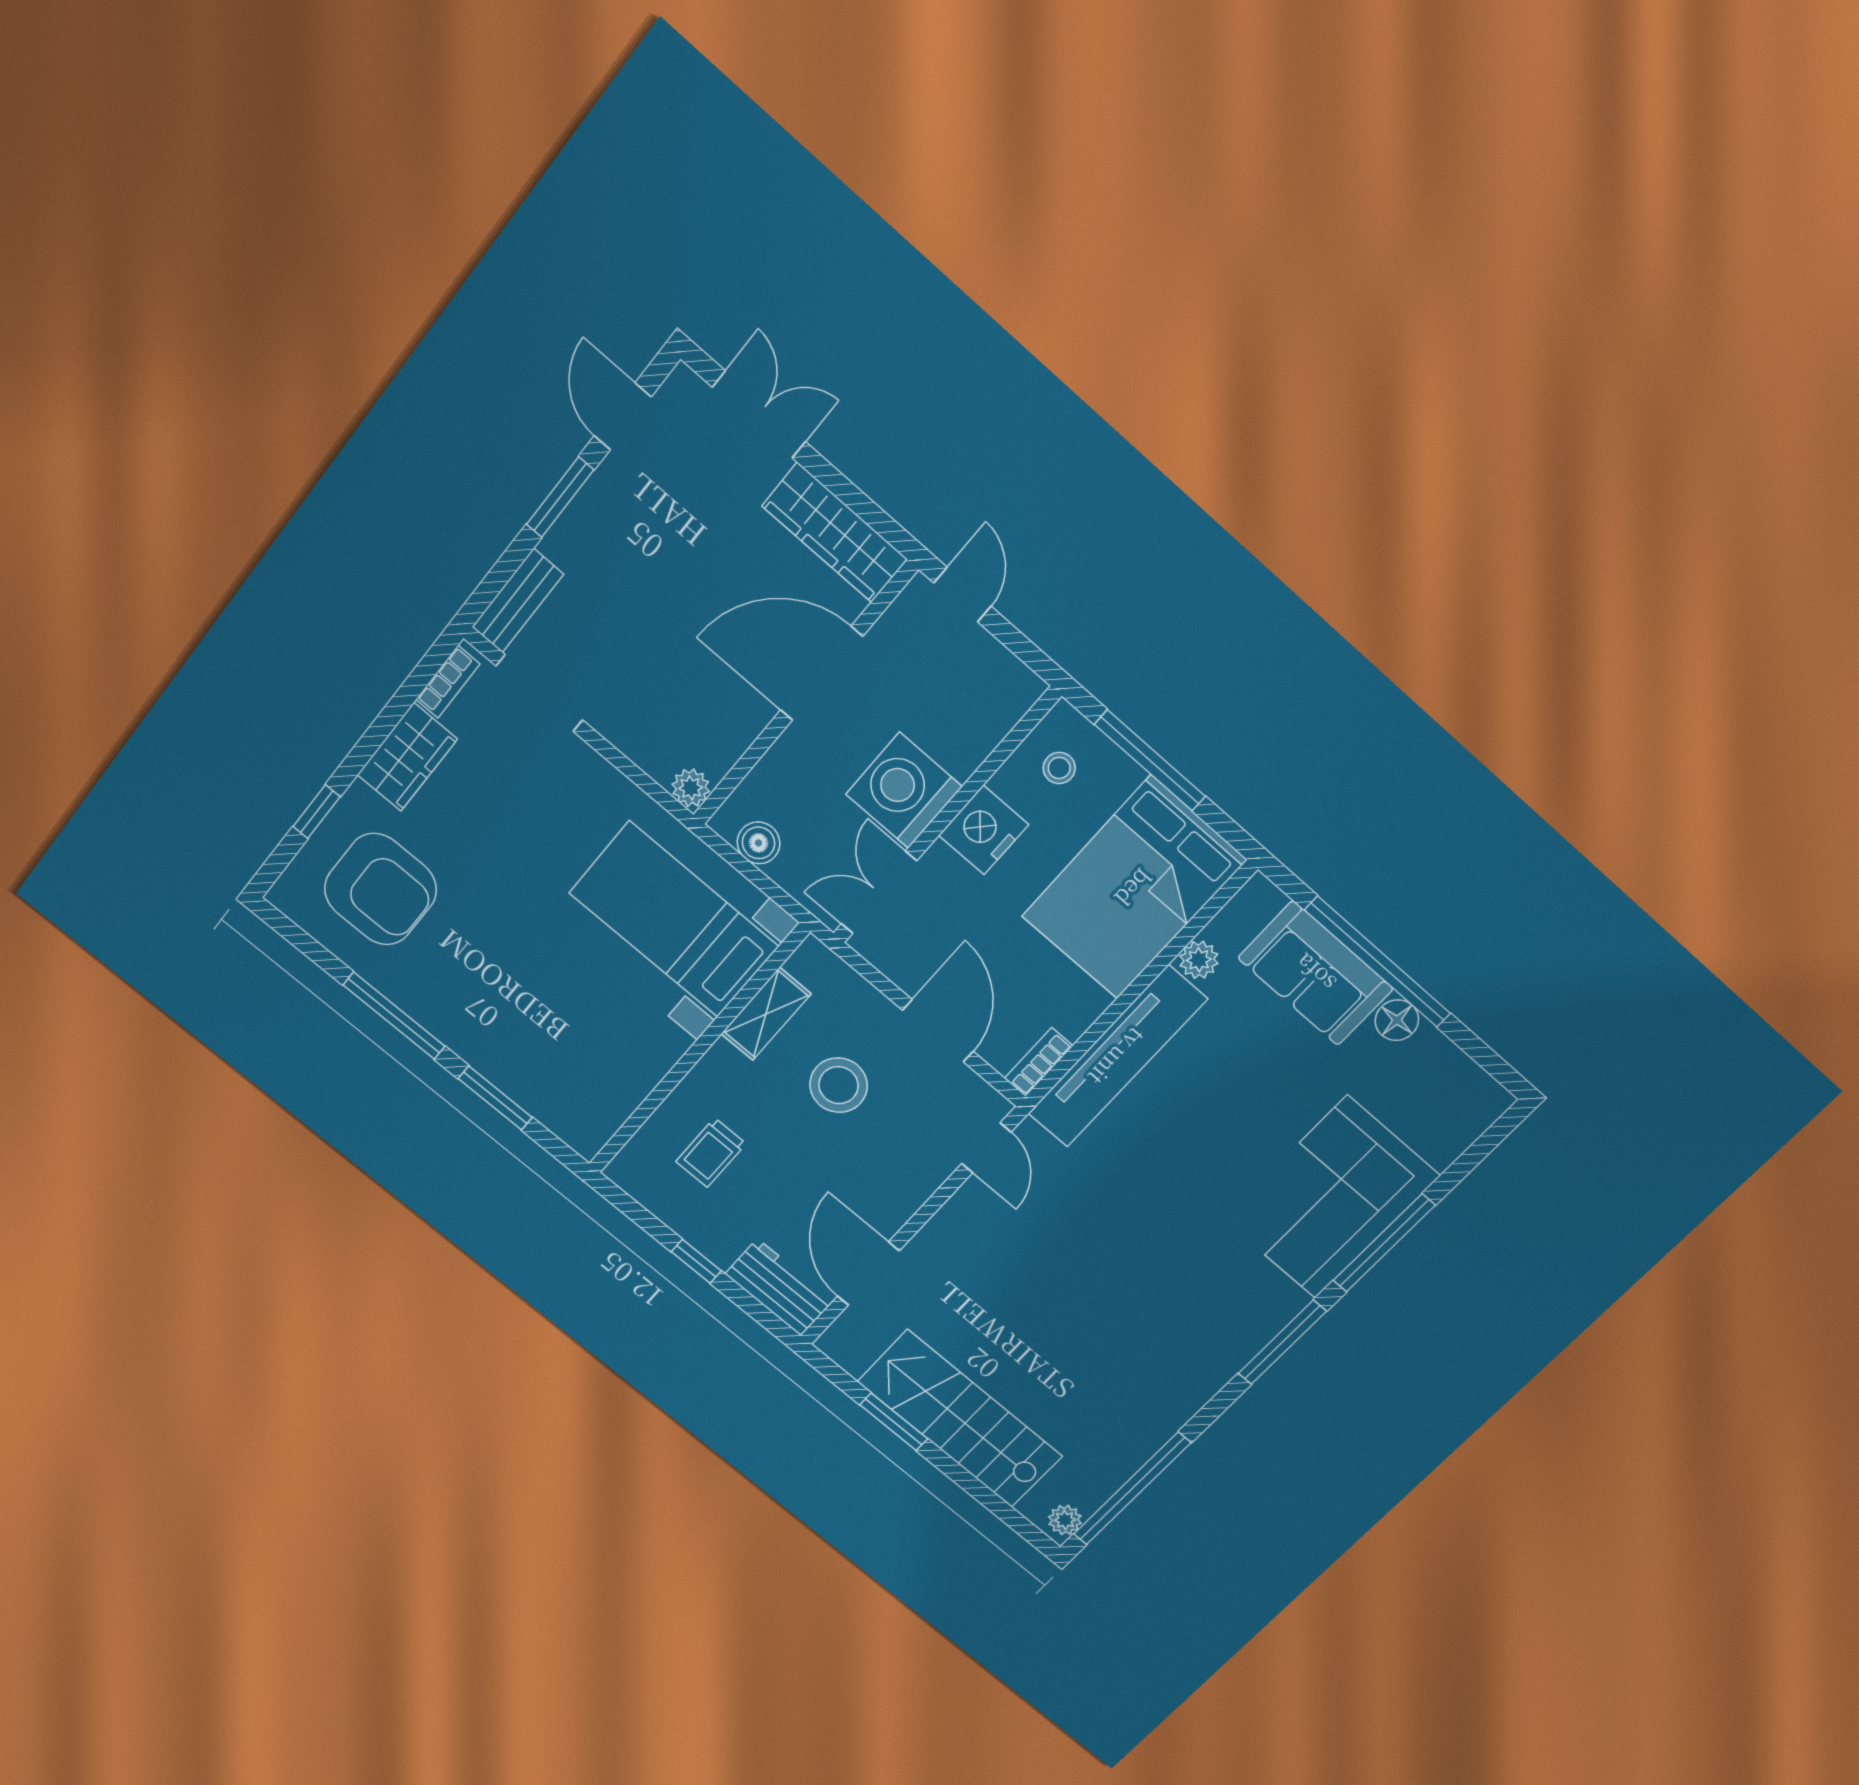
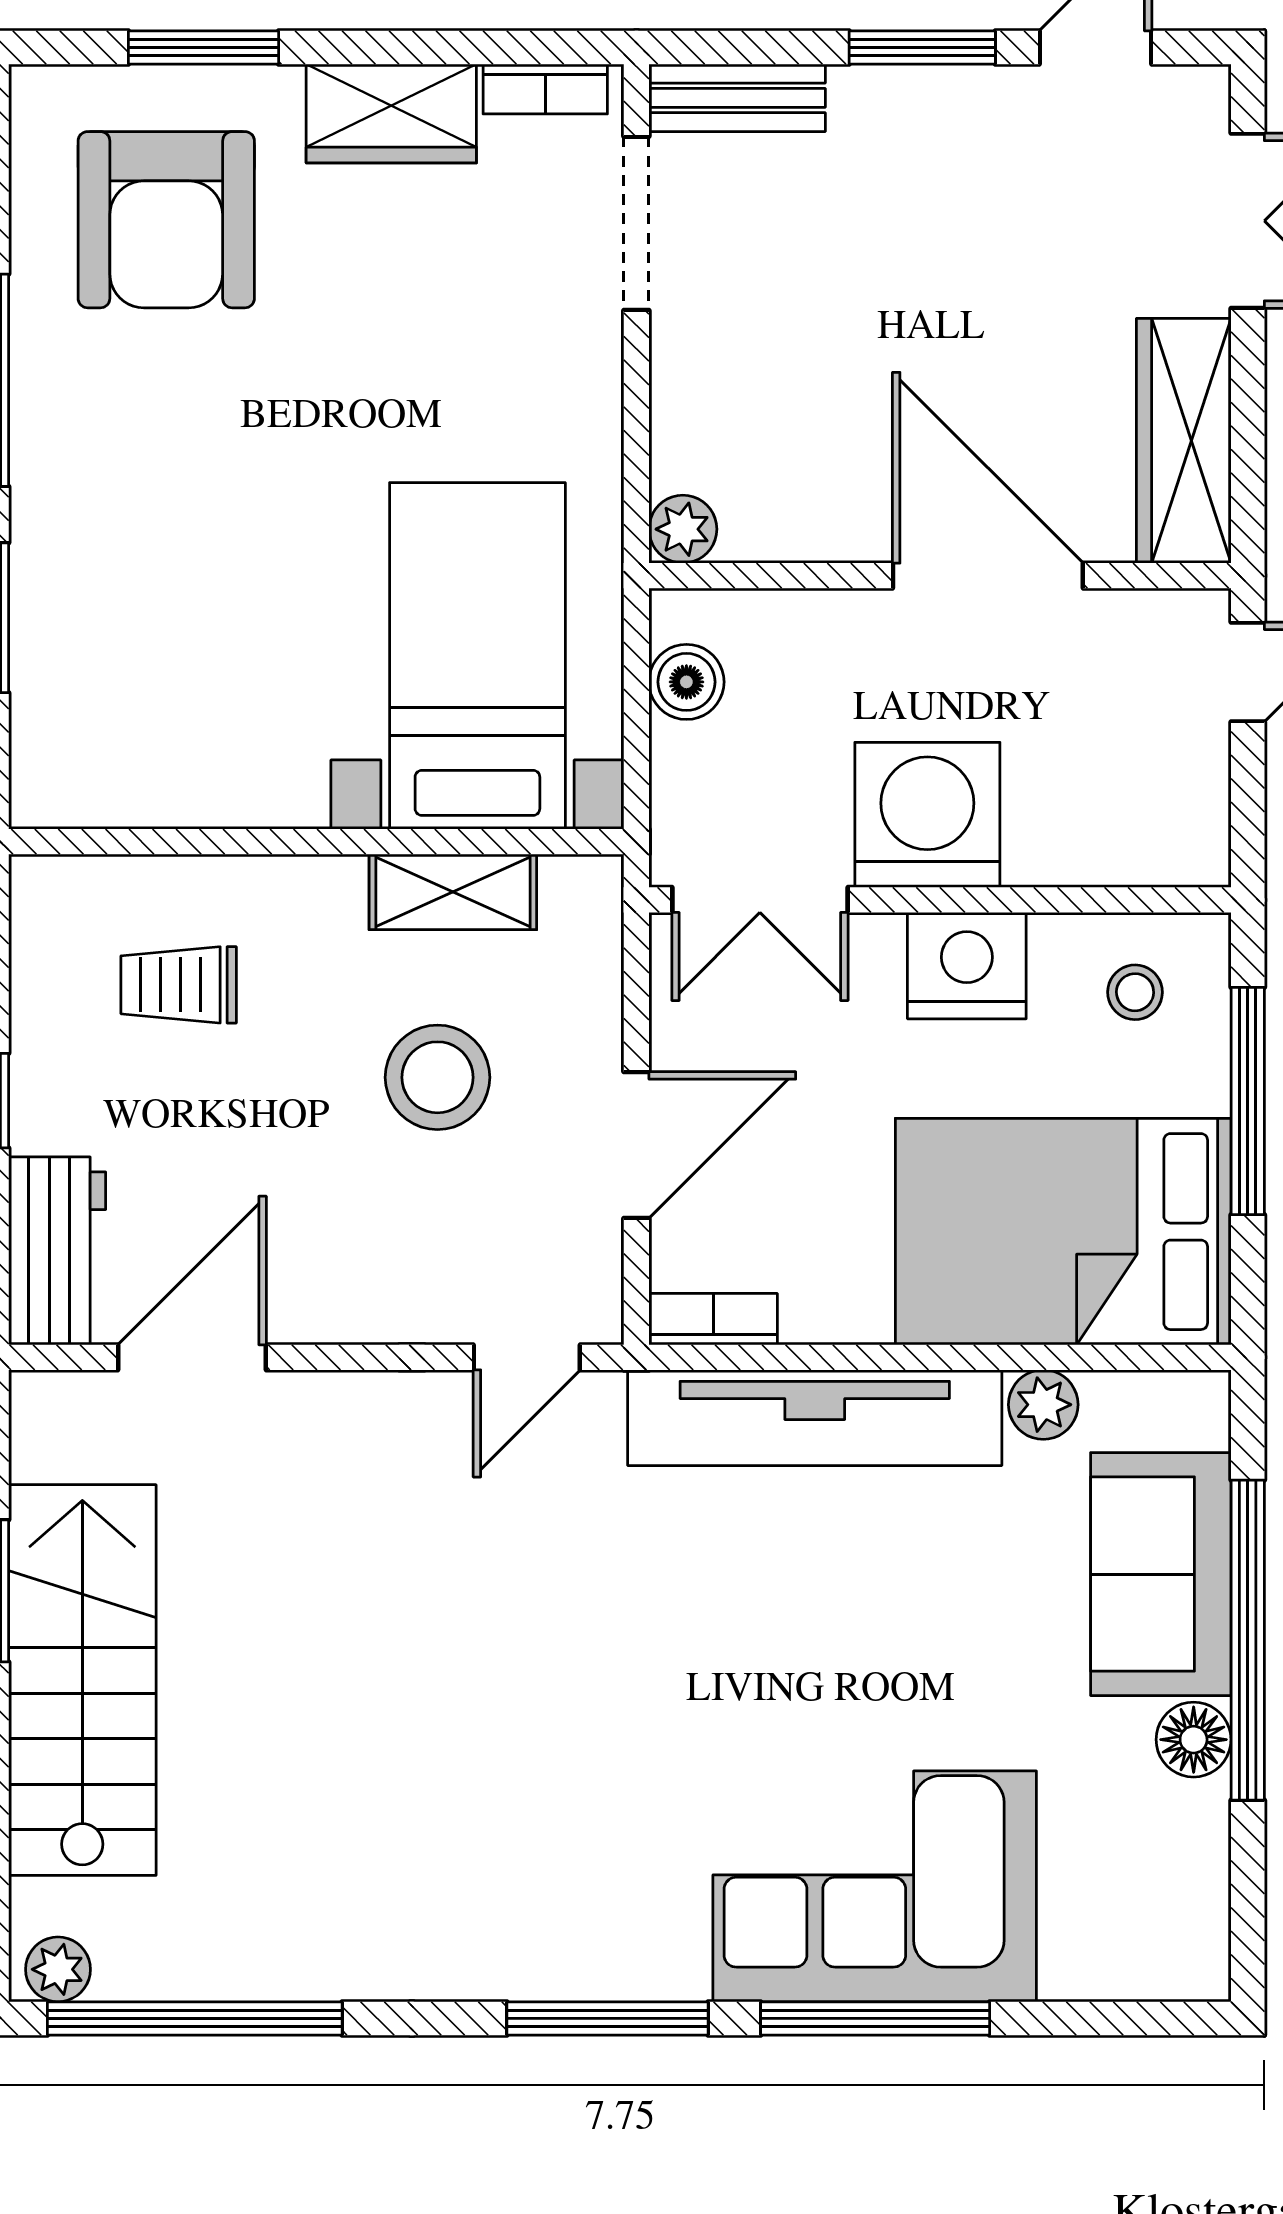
window: (317, 812) -> (203, 48), width x1.50
double door: (879, 892) -> (760, 900), swing flipped

